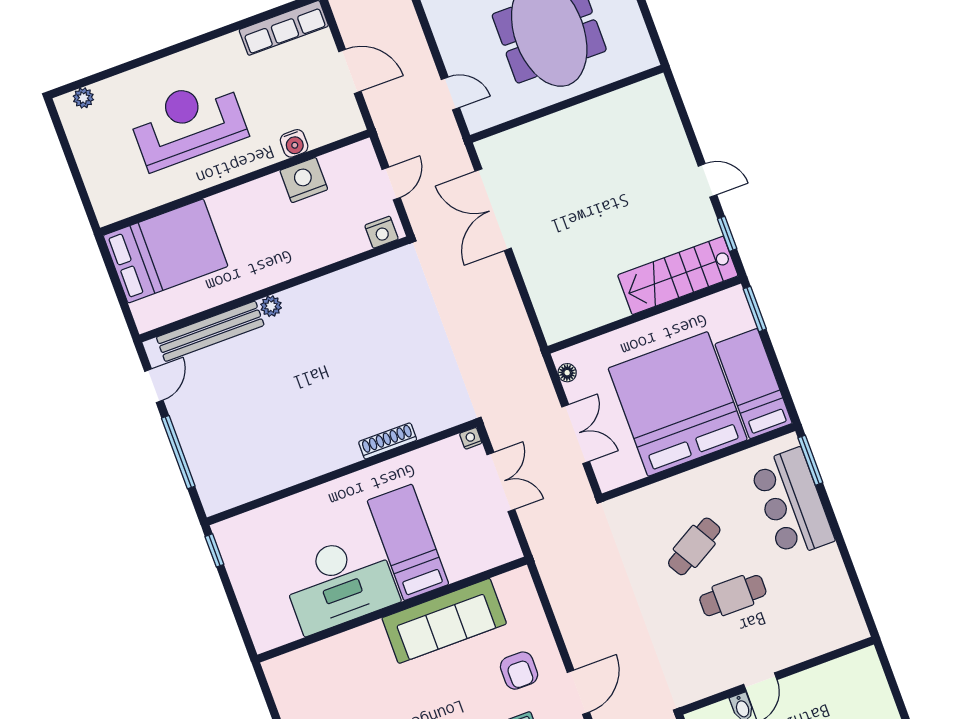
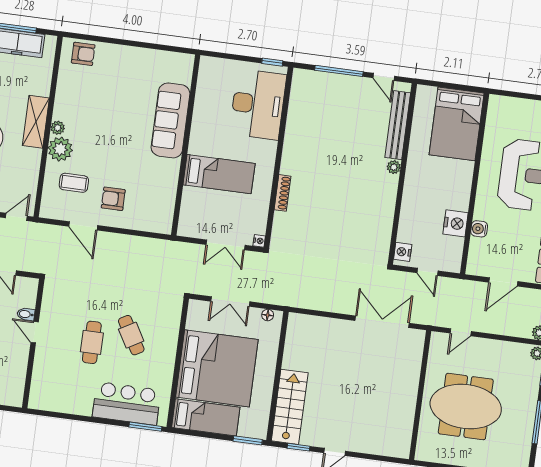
desk: (340, 583) -> (258, 104), moved, turned 180
sofa: (444, 621) -> (170, 120), moved

